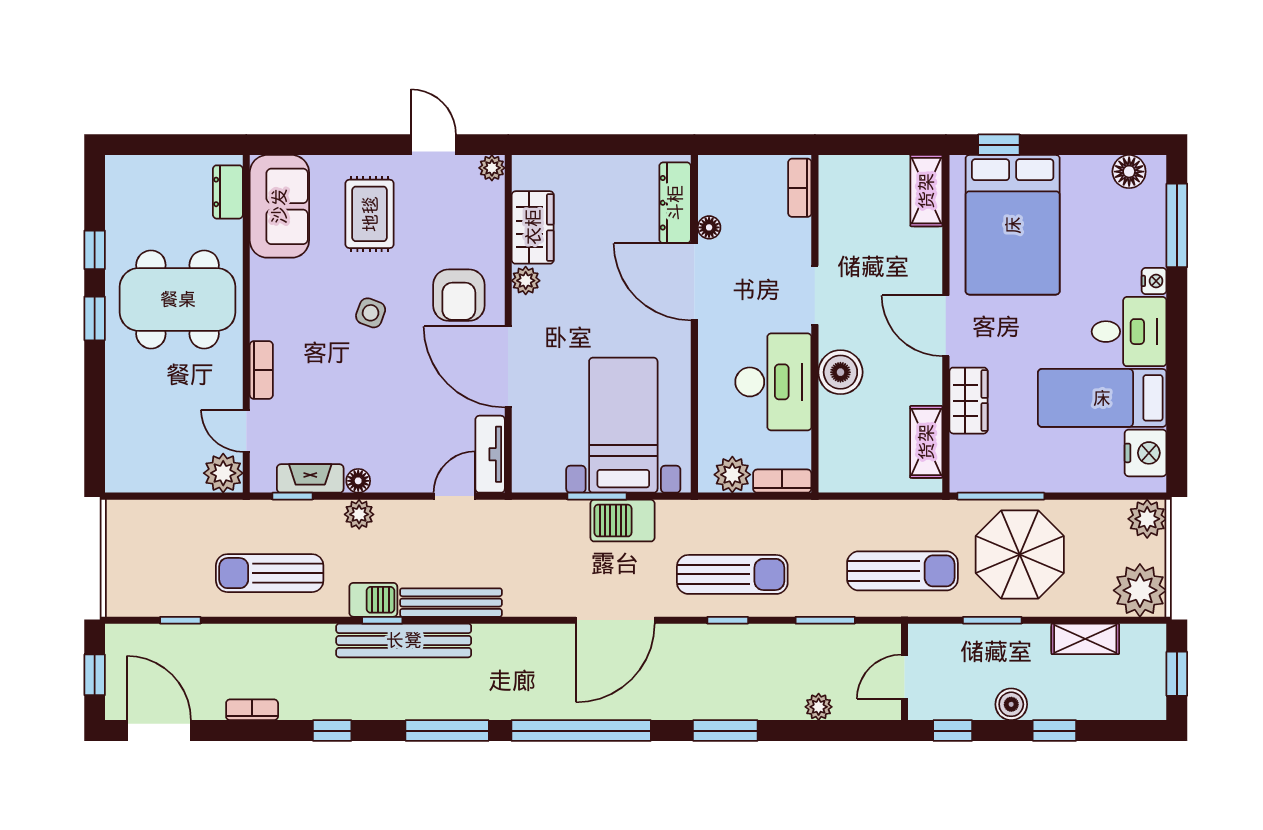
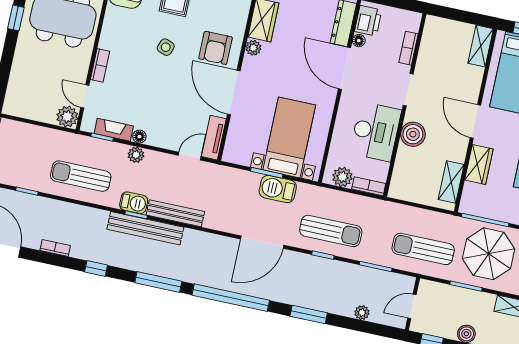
bookcase: (800, 188) -> (409, 48), moved
printer: (718, 189) -> (368, 21), added
sun lounger: (902, 571) -> (423, 249), turned 180

